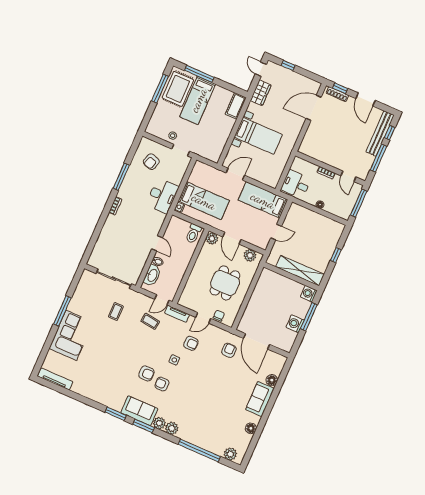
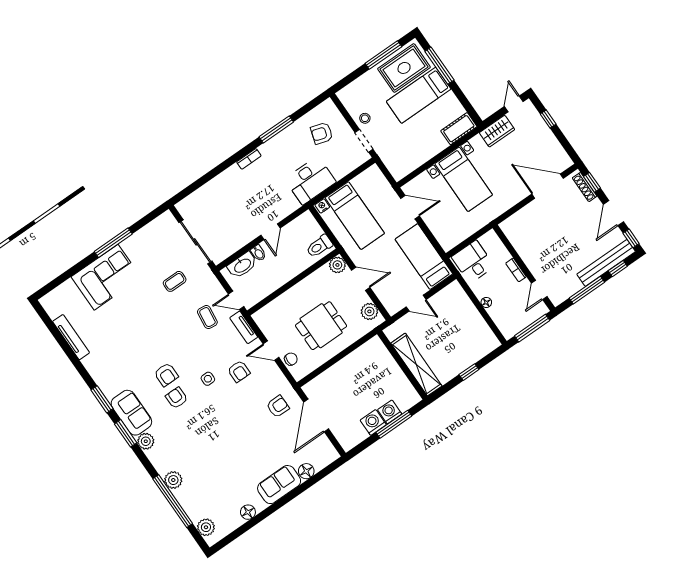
window: (386, 109) -> (631, 238), added
door: (232, 238) -> (361, 279), swing flipped
washing machine: (309, 294) -> (390, 412), moved
tv unit: (55, 379) -> (71, 337), moved
plant: (172, 428) -> (173, 480), moved

